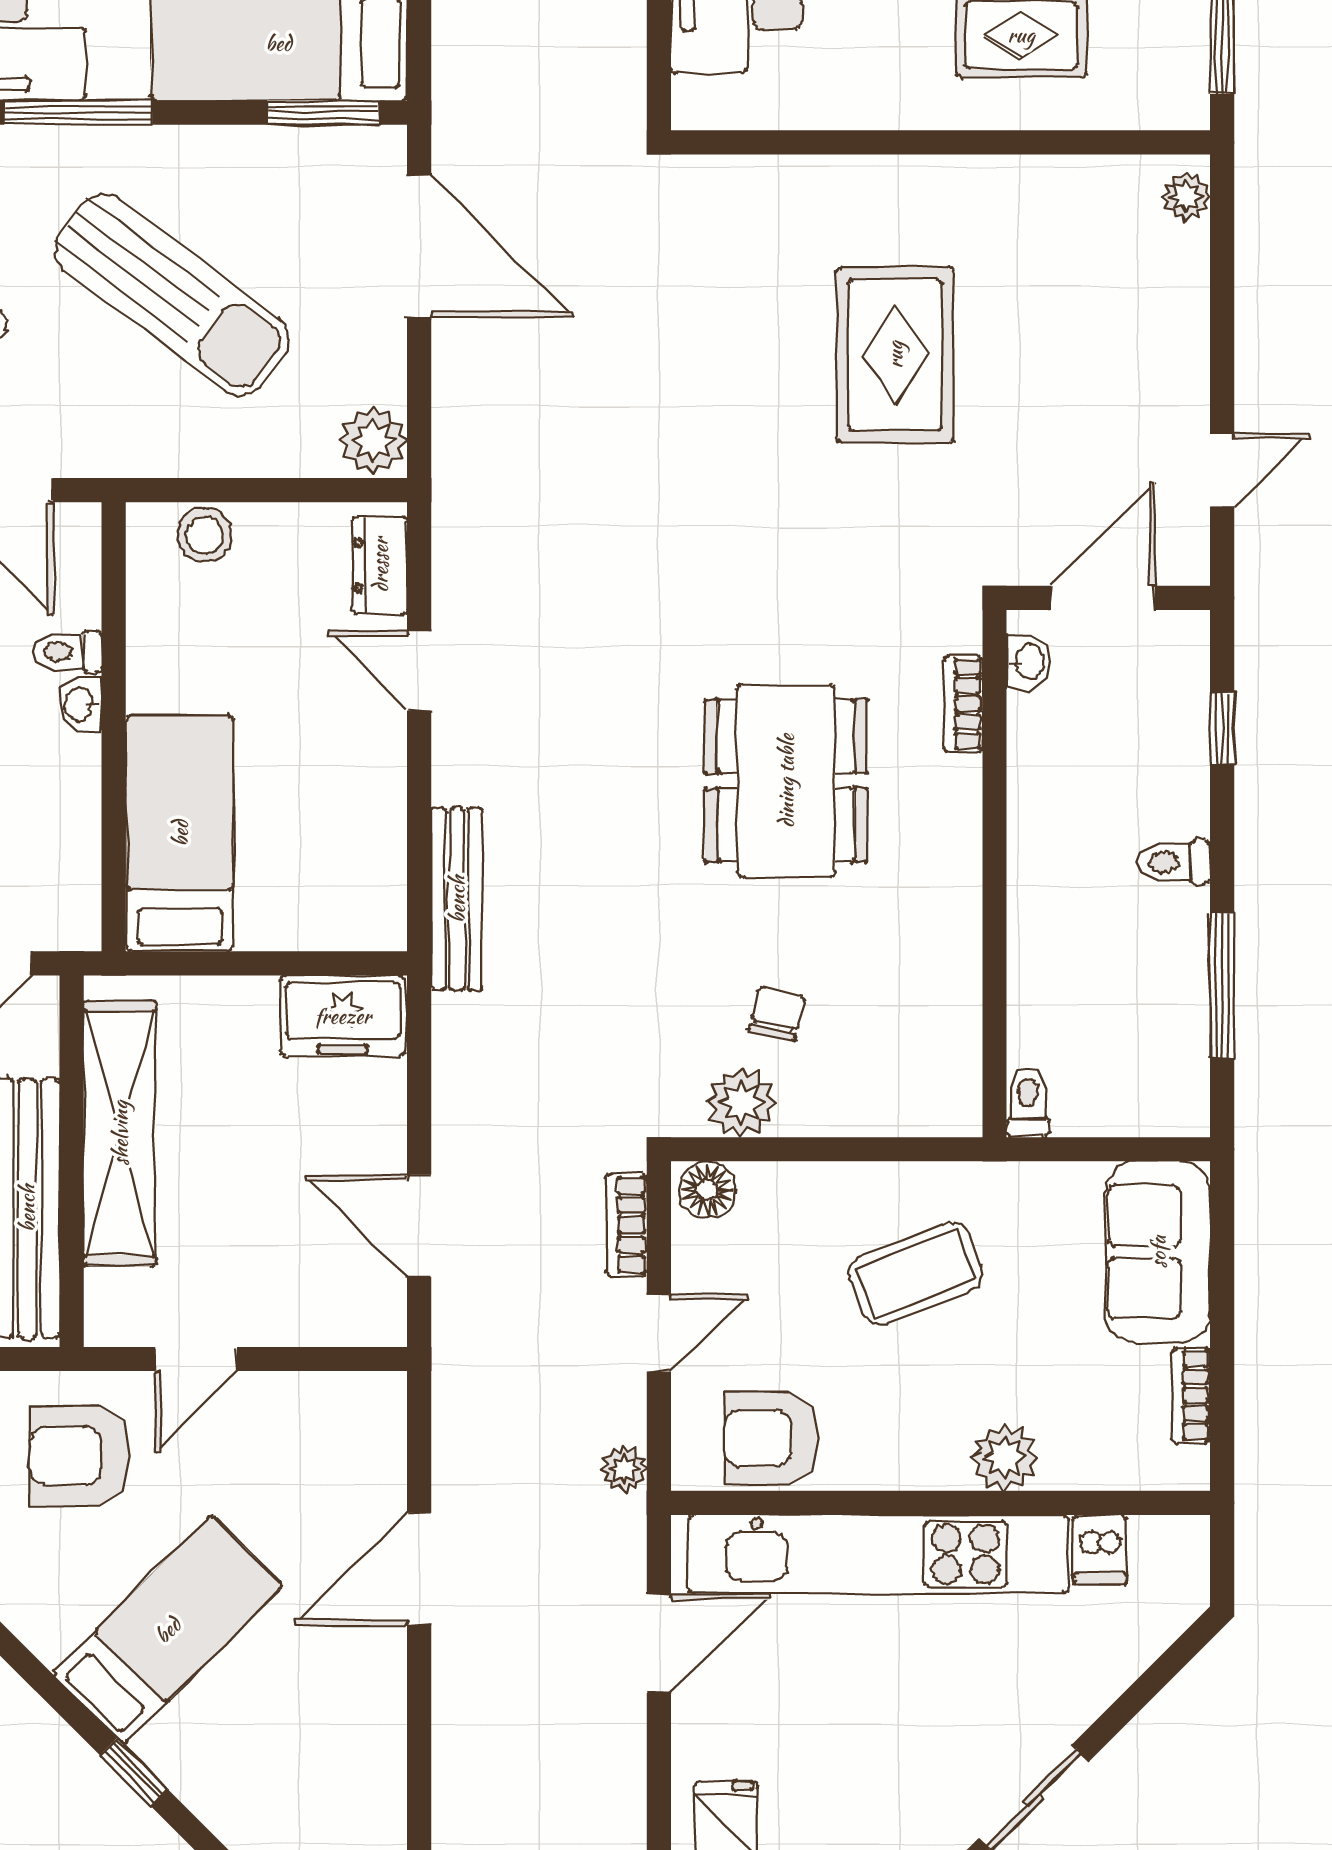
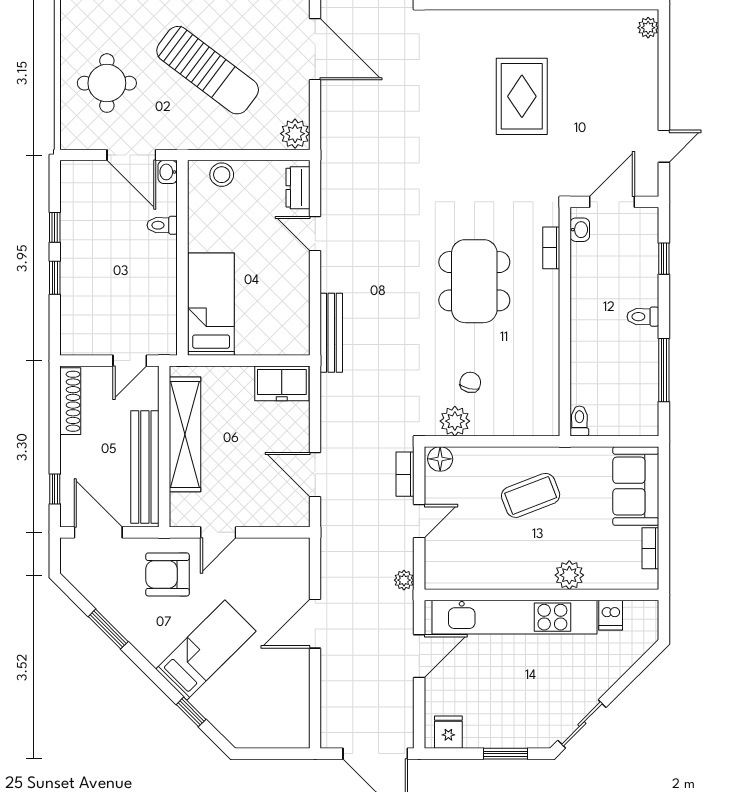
washbasin: (80, 704) -> (168, 172), moved
armchair: (770, 1439) -> (468, 567), removed

